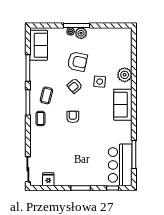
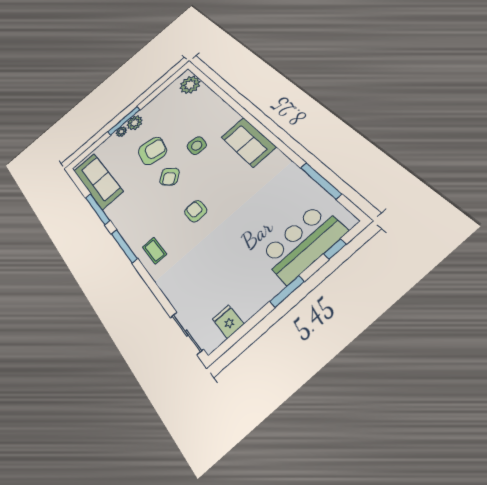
sofa: (39, 45) -> (98, 181), width x1.36
plant: (125, 75) -> (190, 85), moved
coffee table: (46, 95) -> (142, 218), removed
bar counter: (120, 165) -> (303, 243), moved, turned 90

